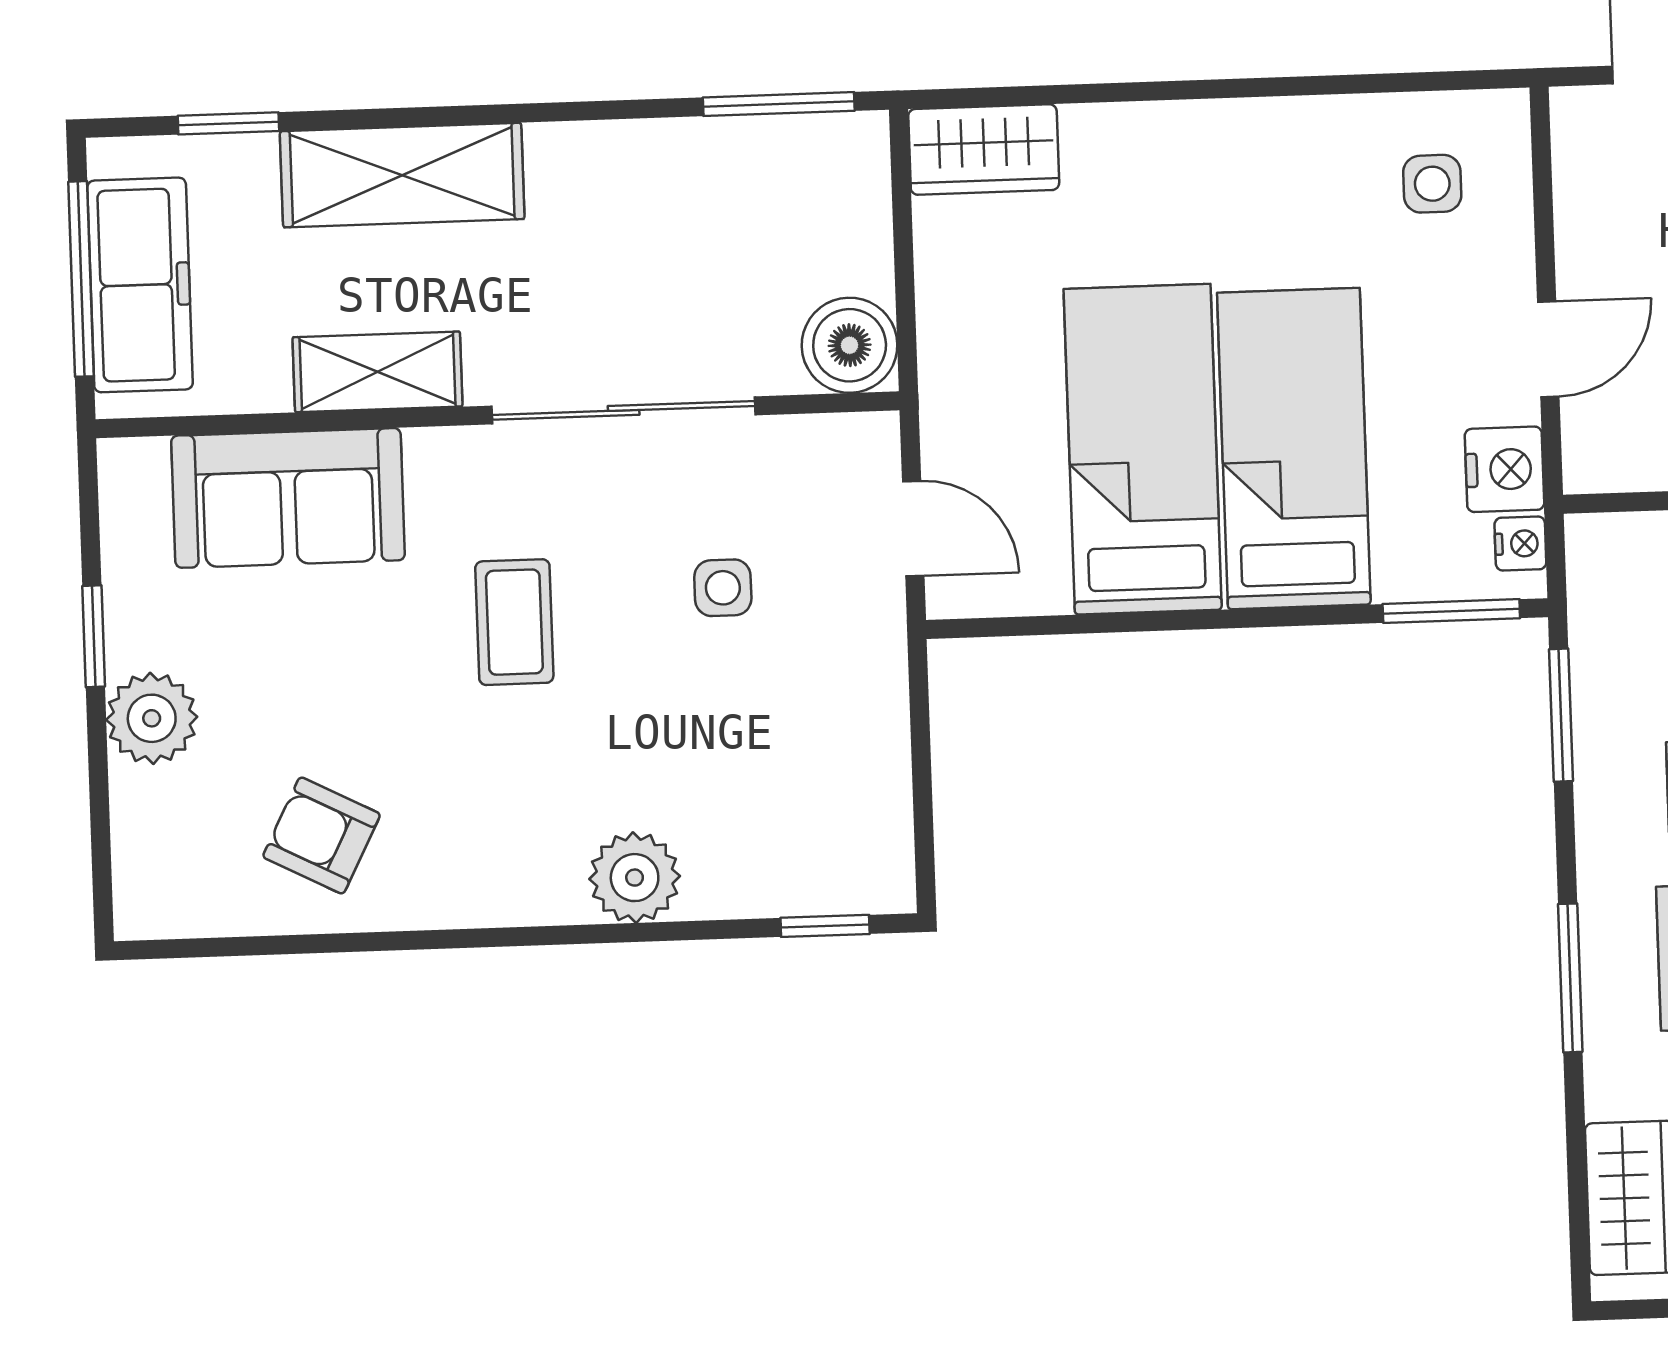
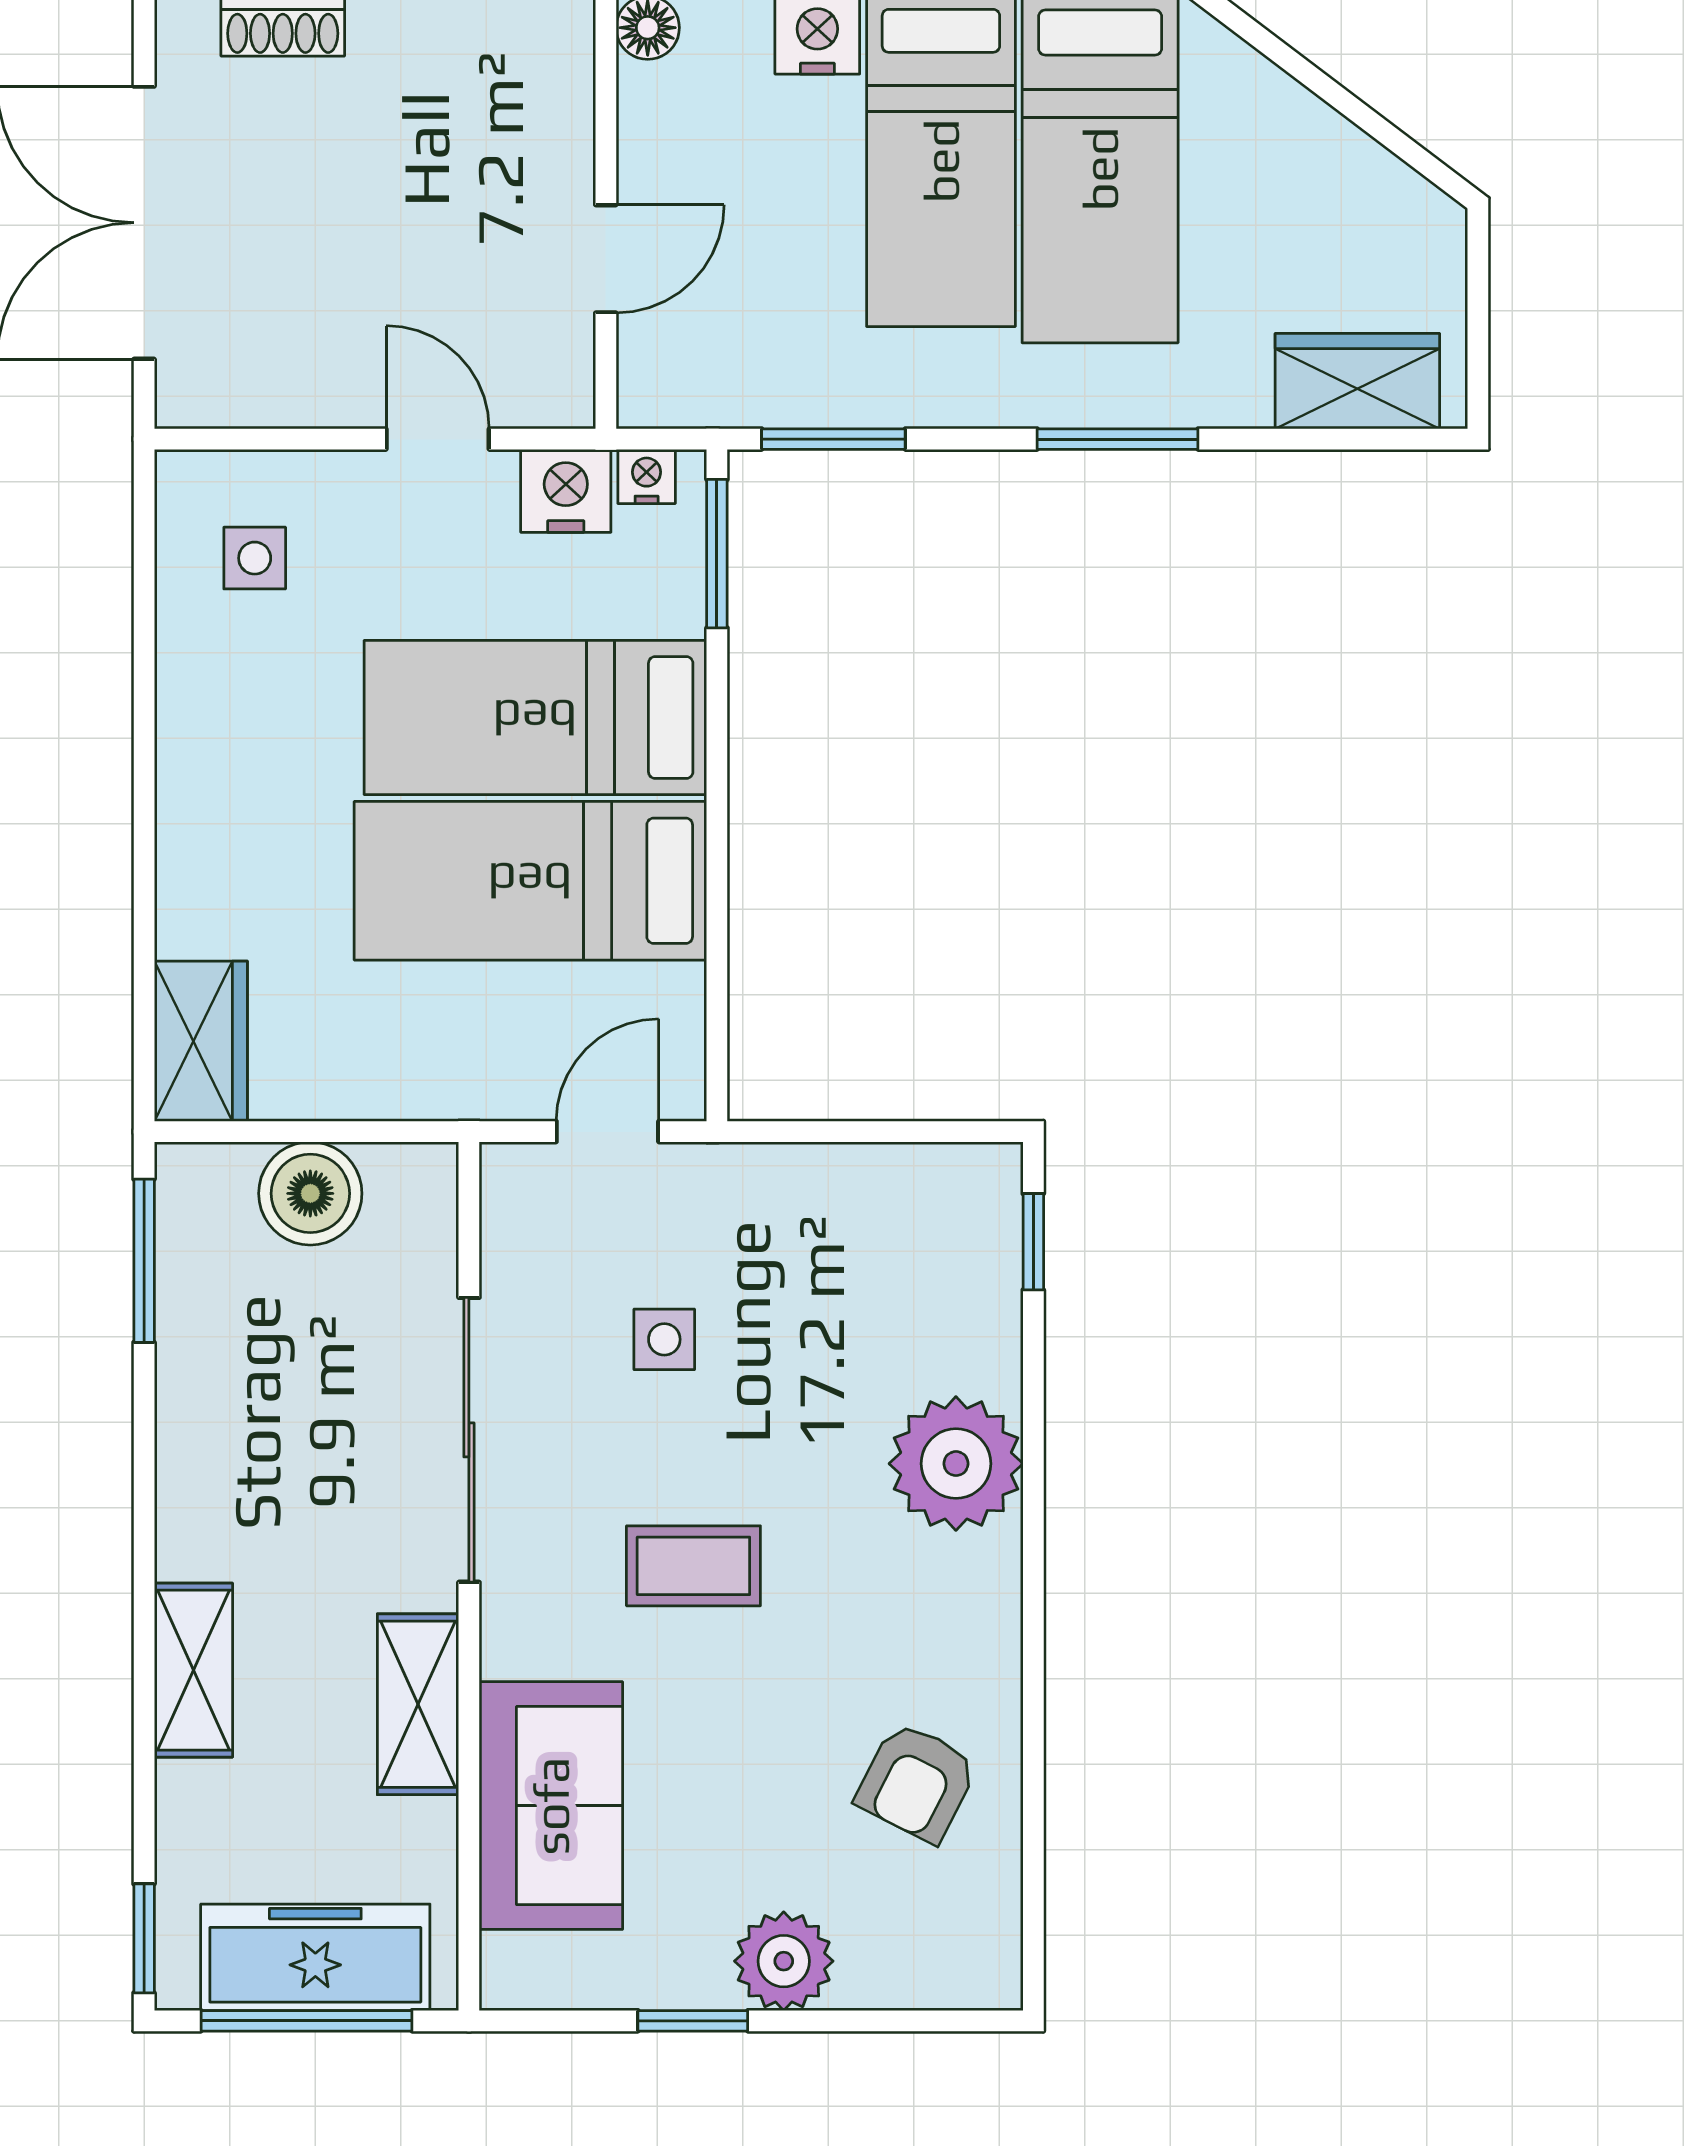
window: (228, 123) -> (144, 1938), moved
shelving: (402, 175) -> (193, 1670), width x0.67, depth x0.75
boiler: (850, 345) -> (310, 1193), moved
plant: (635, 878) -> (956, 1464), width x1.36, depth x1.36

